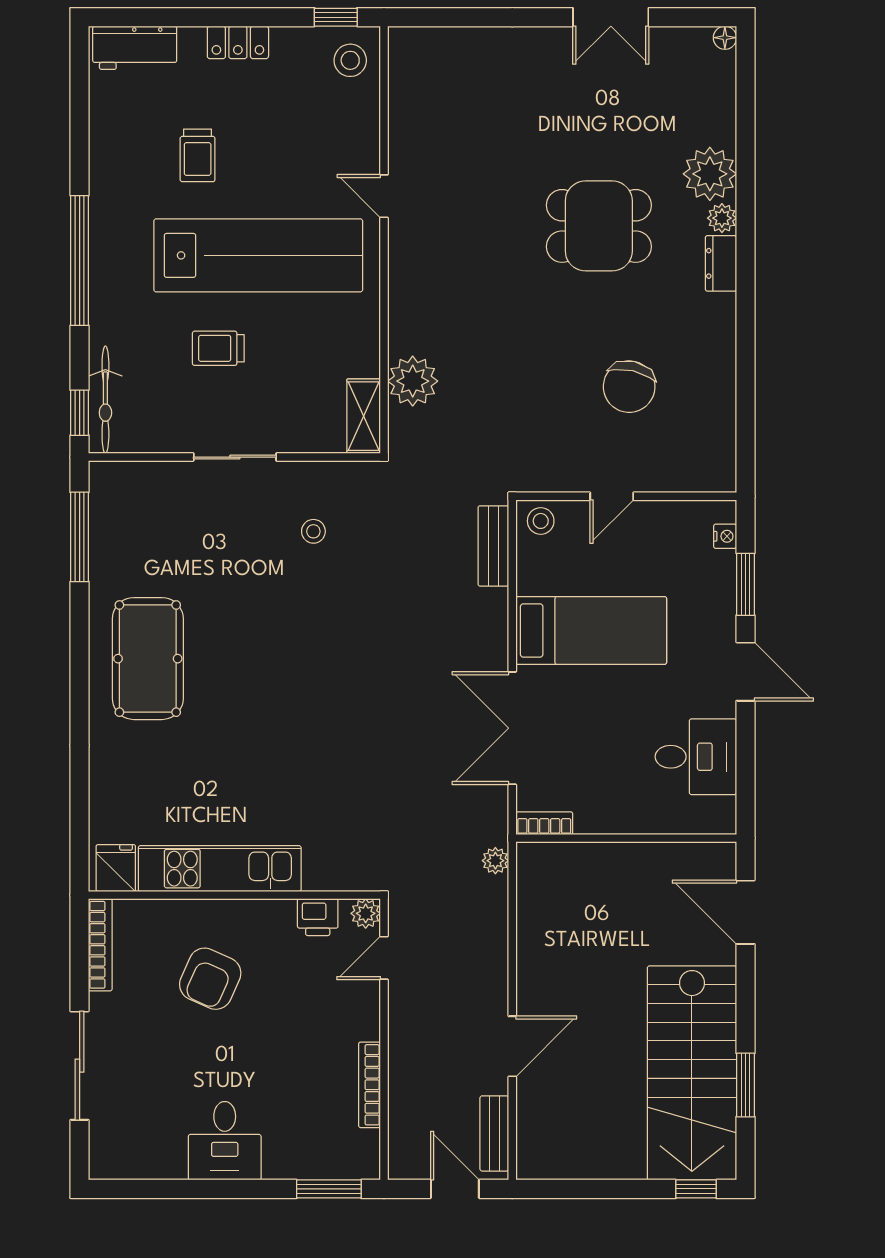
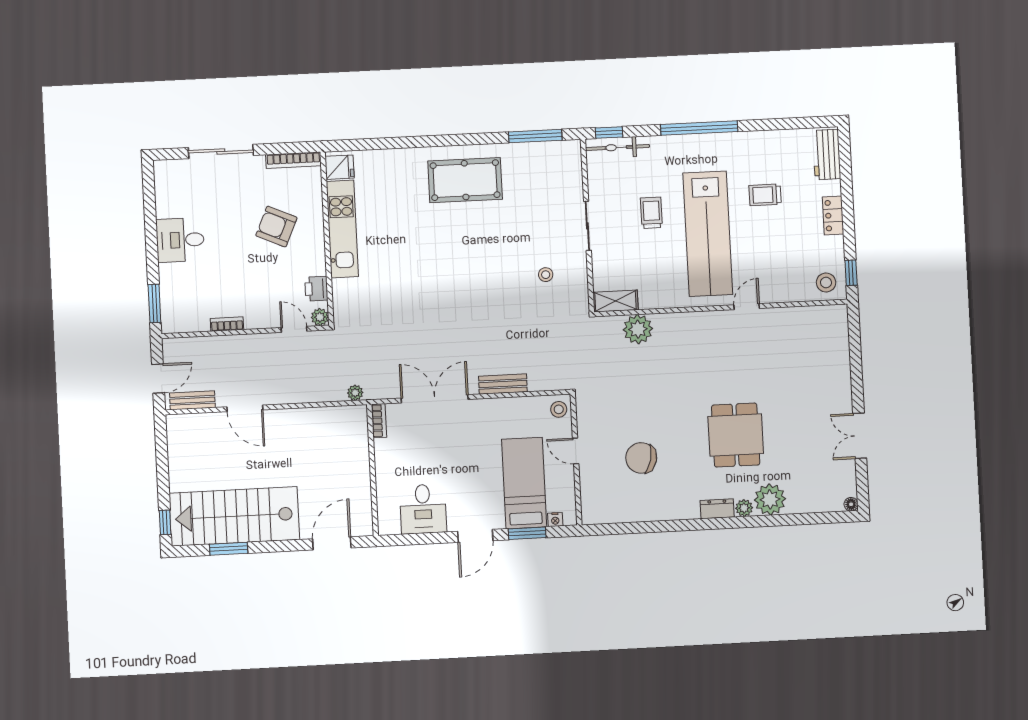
bench: (493, 546) -> (503, 384), moved
bed: (591, 630) -> (524, 483), moved, turned 180
bookcase: (370, 1085) -> (227, 324), width x0.64

